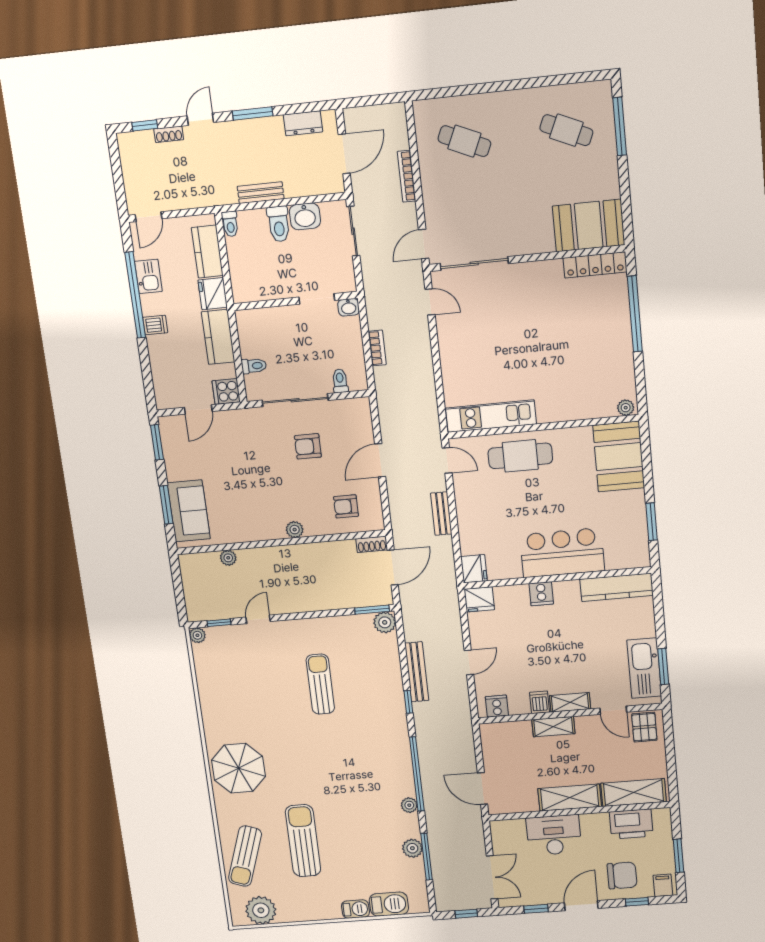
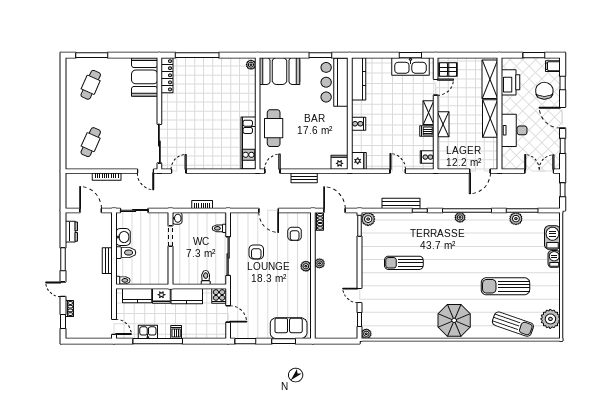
bar counter: (562, 553) -> (334, 82), moved
plant: (228, 558) -> (320, 263), moved
plant: (409, 805) -> (460, 217), moved

